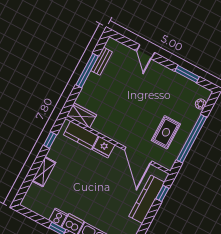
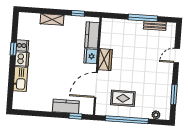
wardrobe: (82, 115) -> (105, 60), moved
kitchen counter: (147, 199) -> (66, 106), width x0.67

